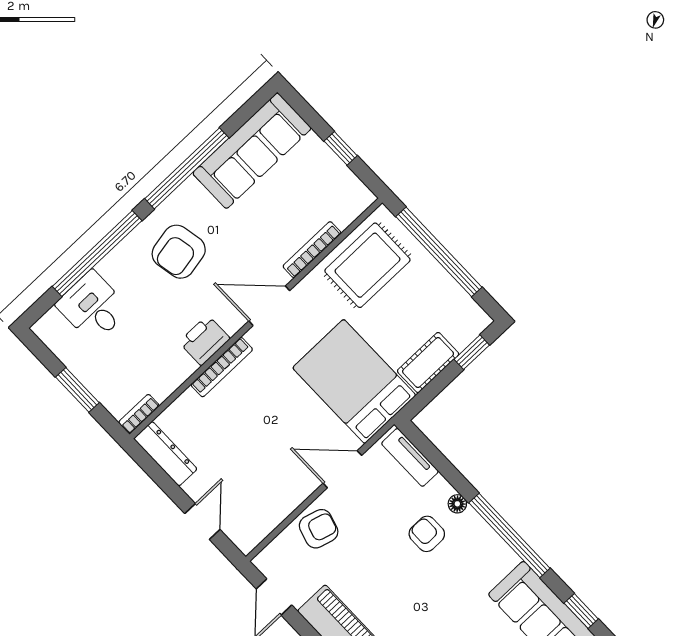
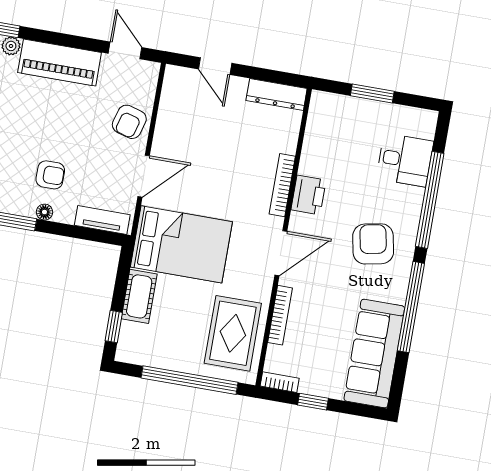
bookcase: (139, 414) -> (280, 382), moved, turned -90

